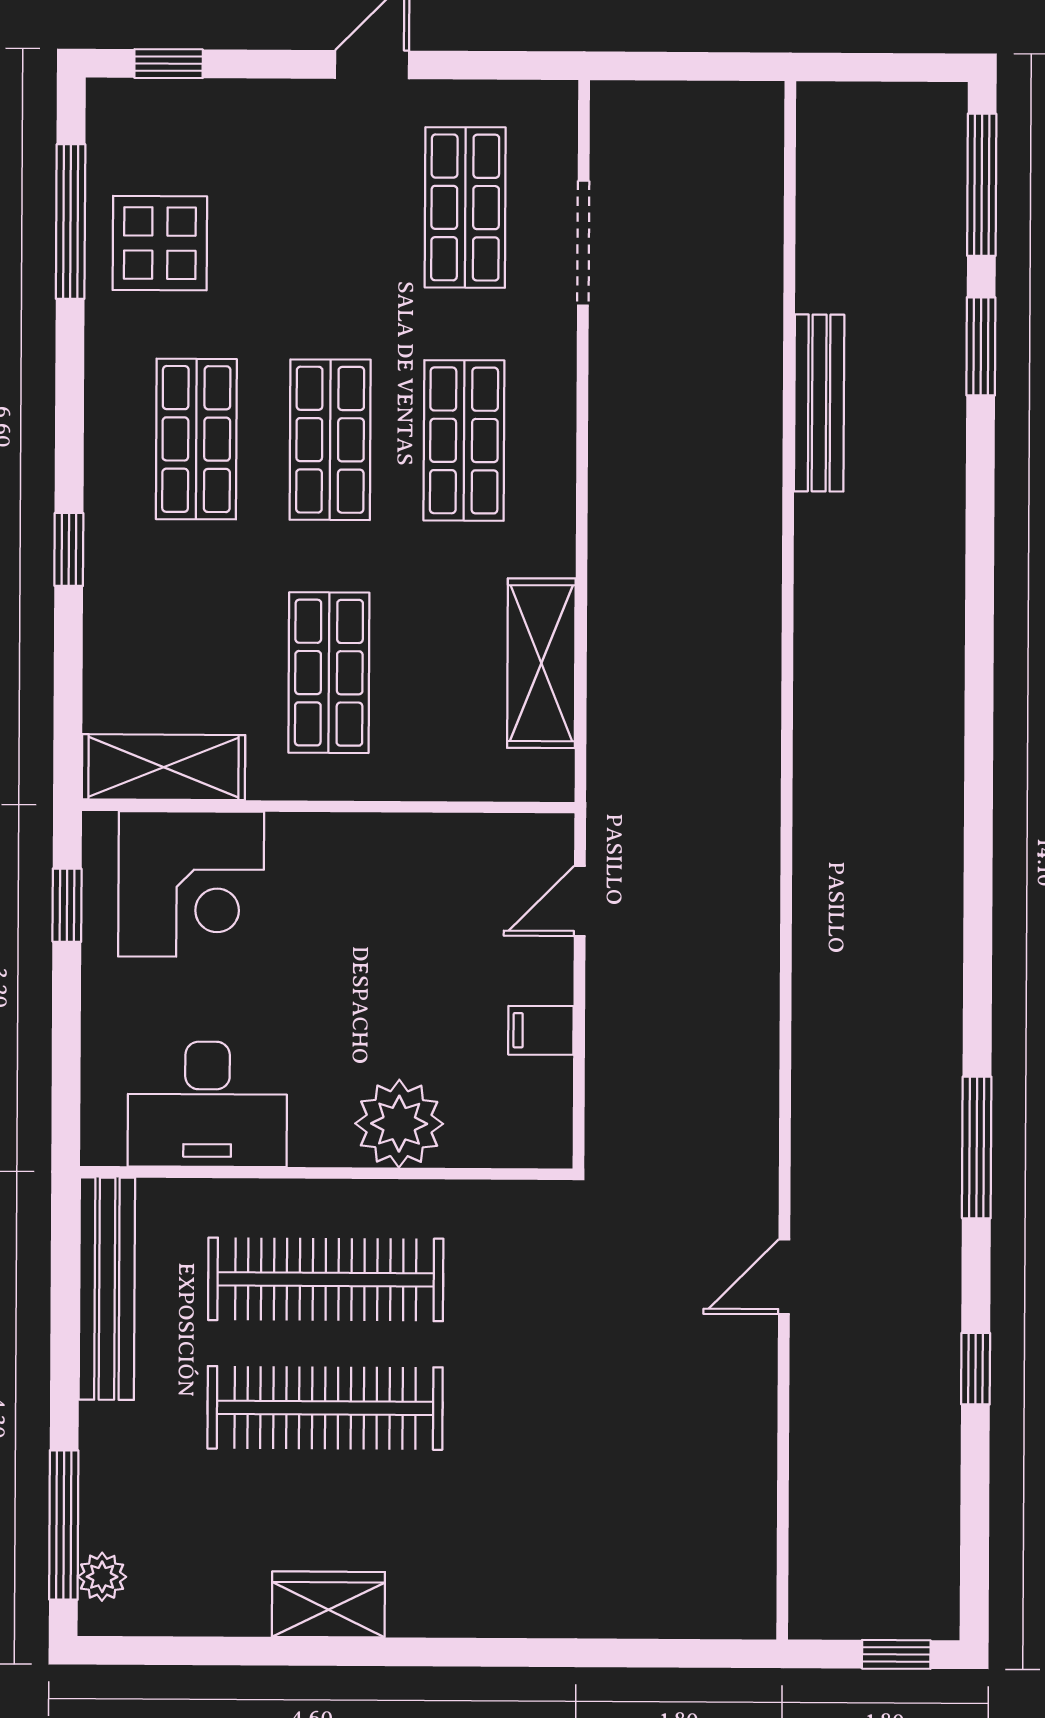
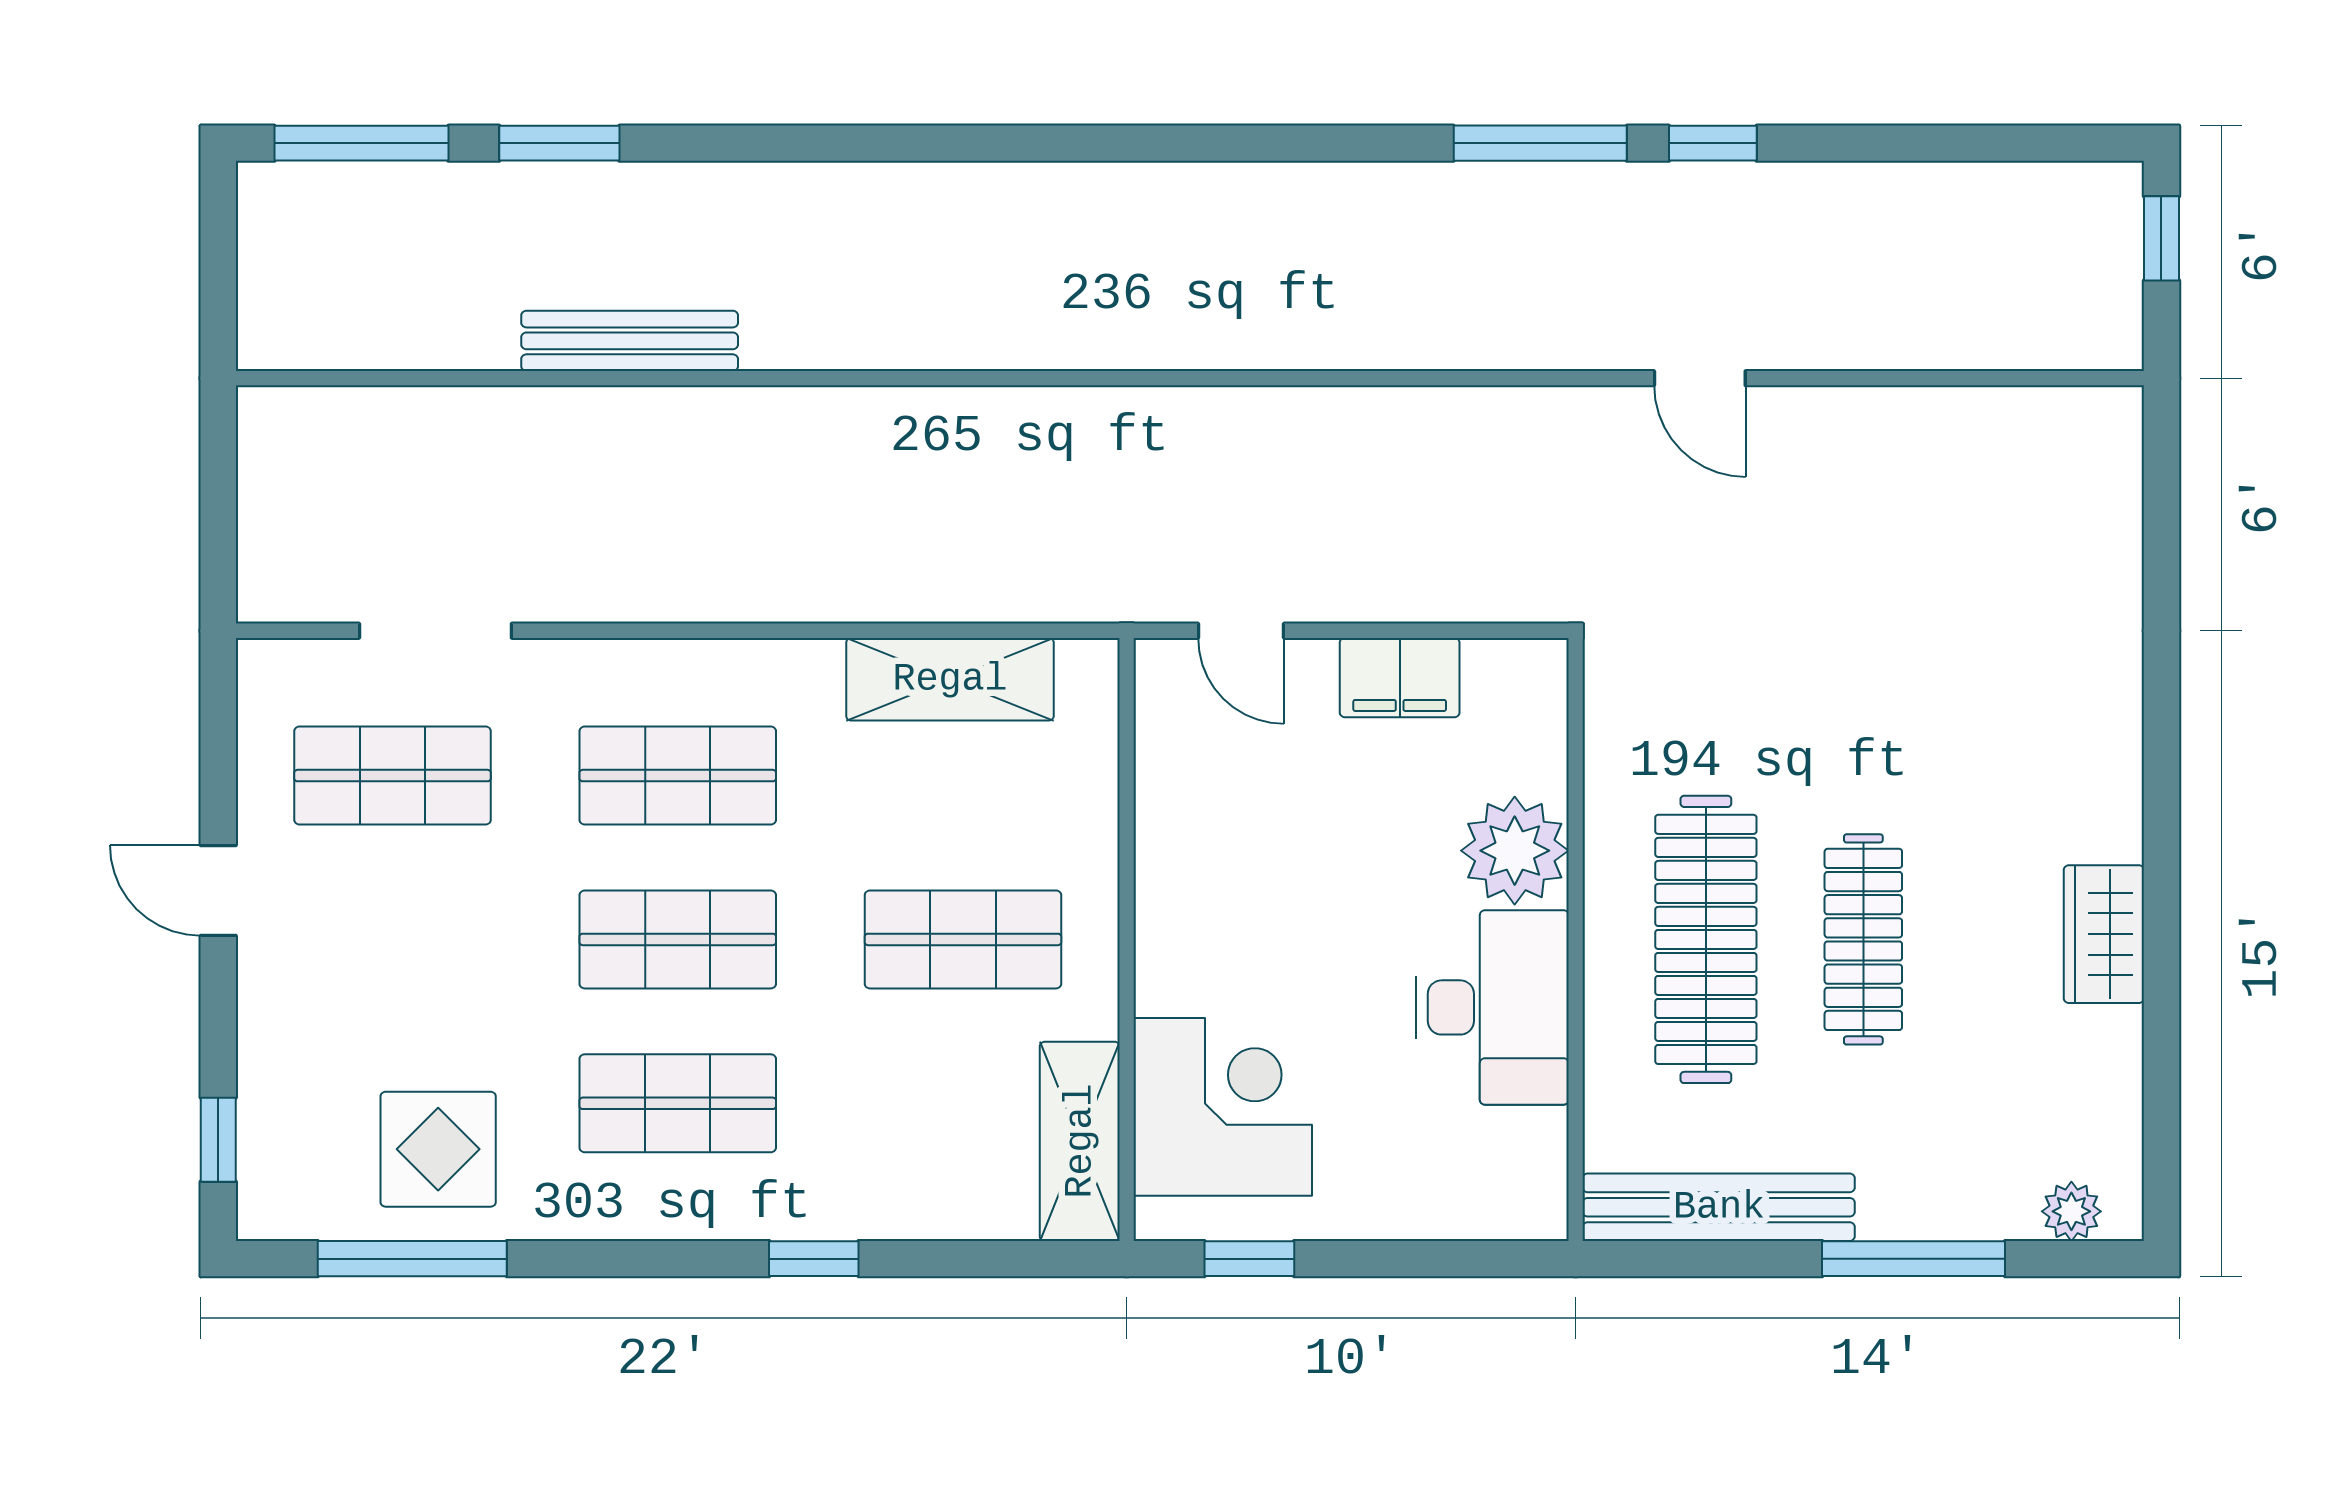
filing cabinet: (541, 1030) -> (1400, 678), width x2.00
desk: (207, 1104) -> (1492, 1007), moved
window: (976, 1369) -> (1713, 143), moved
clothes rail: (325, 1408) -> (1863, 939), width x0.73, depth x0.76
window: (64, 1525) -> (1914, 1259), moved

